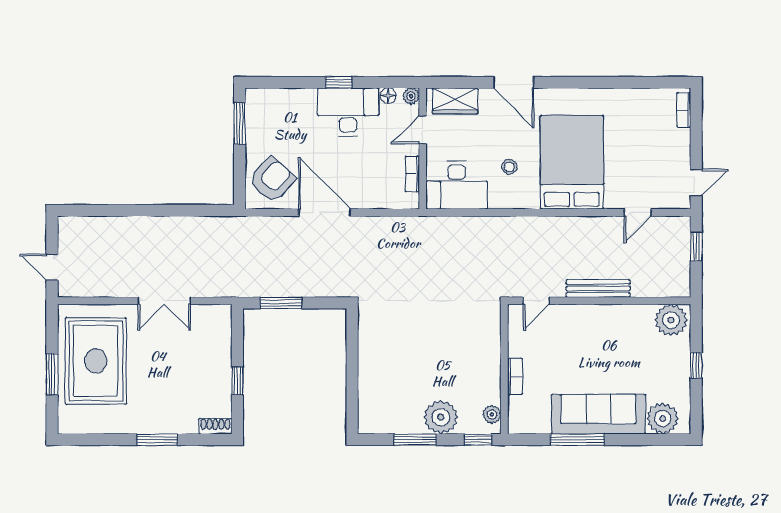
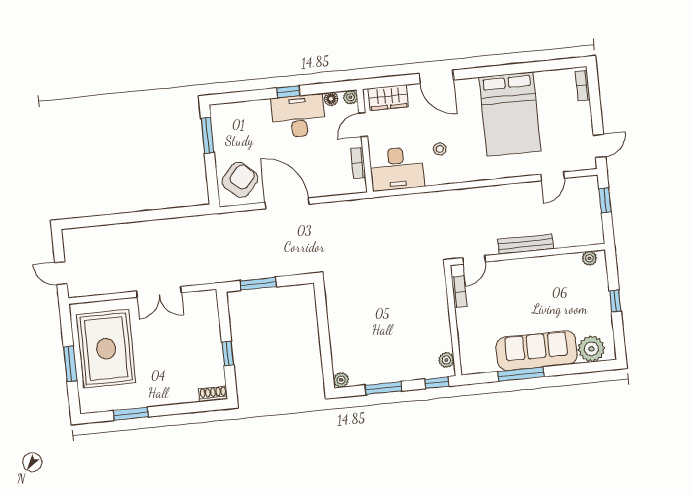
bed: (572, 162) -> (510, 114), moved, turned 180
plant: (671, 320) -> (589, 258), width x0.53, depth x0.53
bookcase: (515, 376) -> (459, 292), moved
plant: (441, 417) -> (341, 380), moved, width x0.53, depth x0.53
window: (157, 440) -> (131, 414), moved

